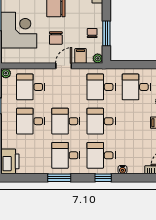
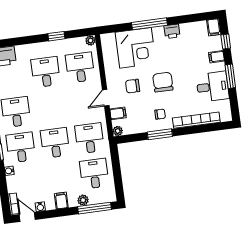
chair: (92, 33) -> (160, 114), moved
window: (106, 33) -> (160, 134), moved
door: (64, 66) -> (106, 98), swing flipped
desk: (66, 121) -> (50, 107), removed

